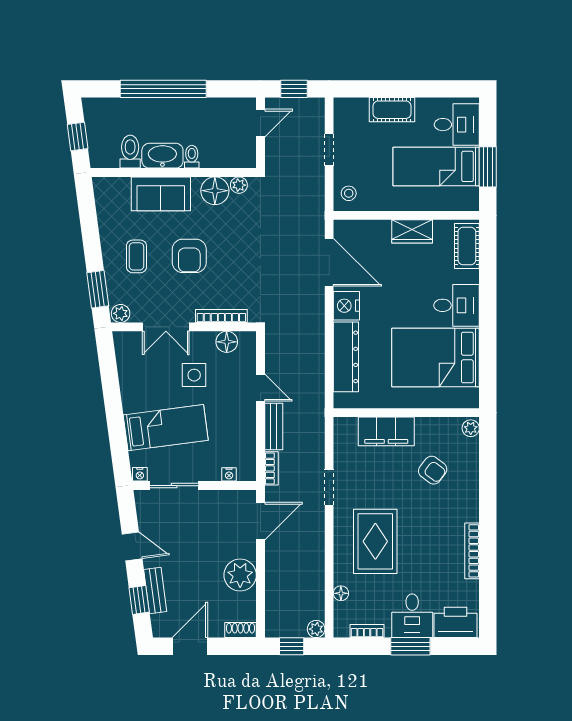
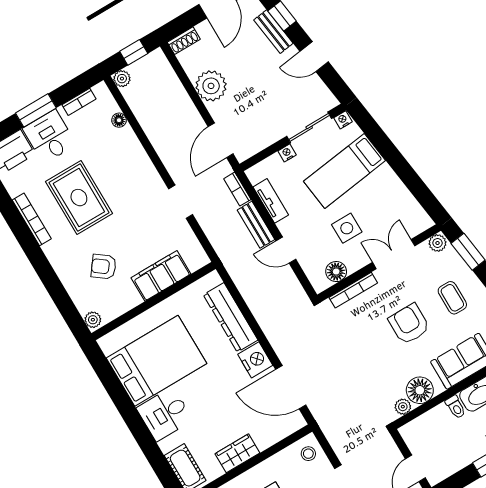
tv unit: (248, 440) -> (271, 201), added
nightstand: (229, 474) -> (287, 153), moved
rug: (375, 541) -> (79, 198), moved

